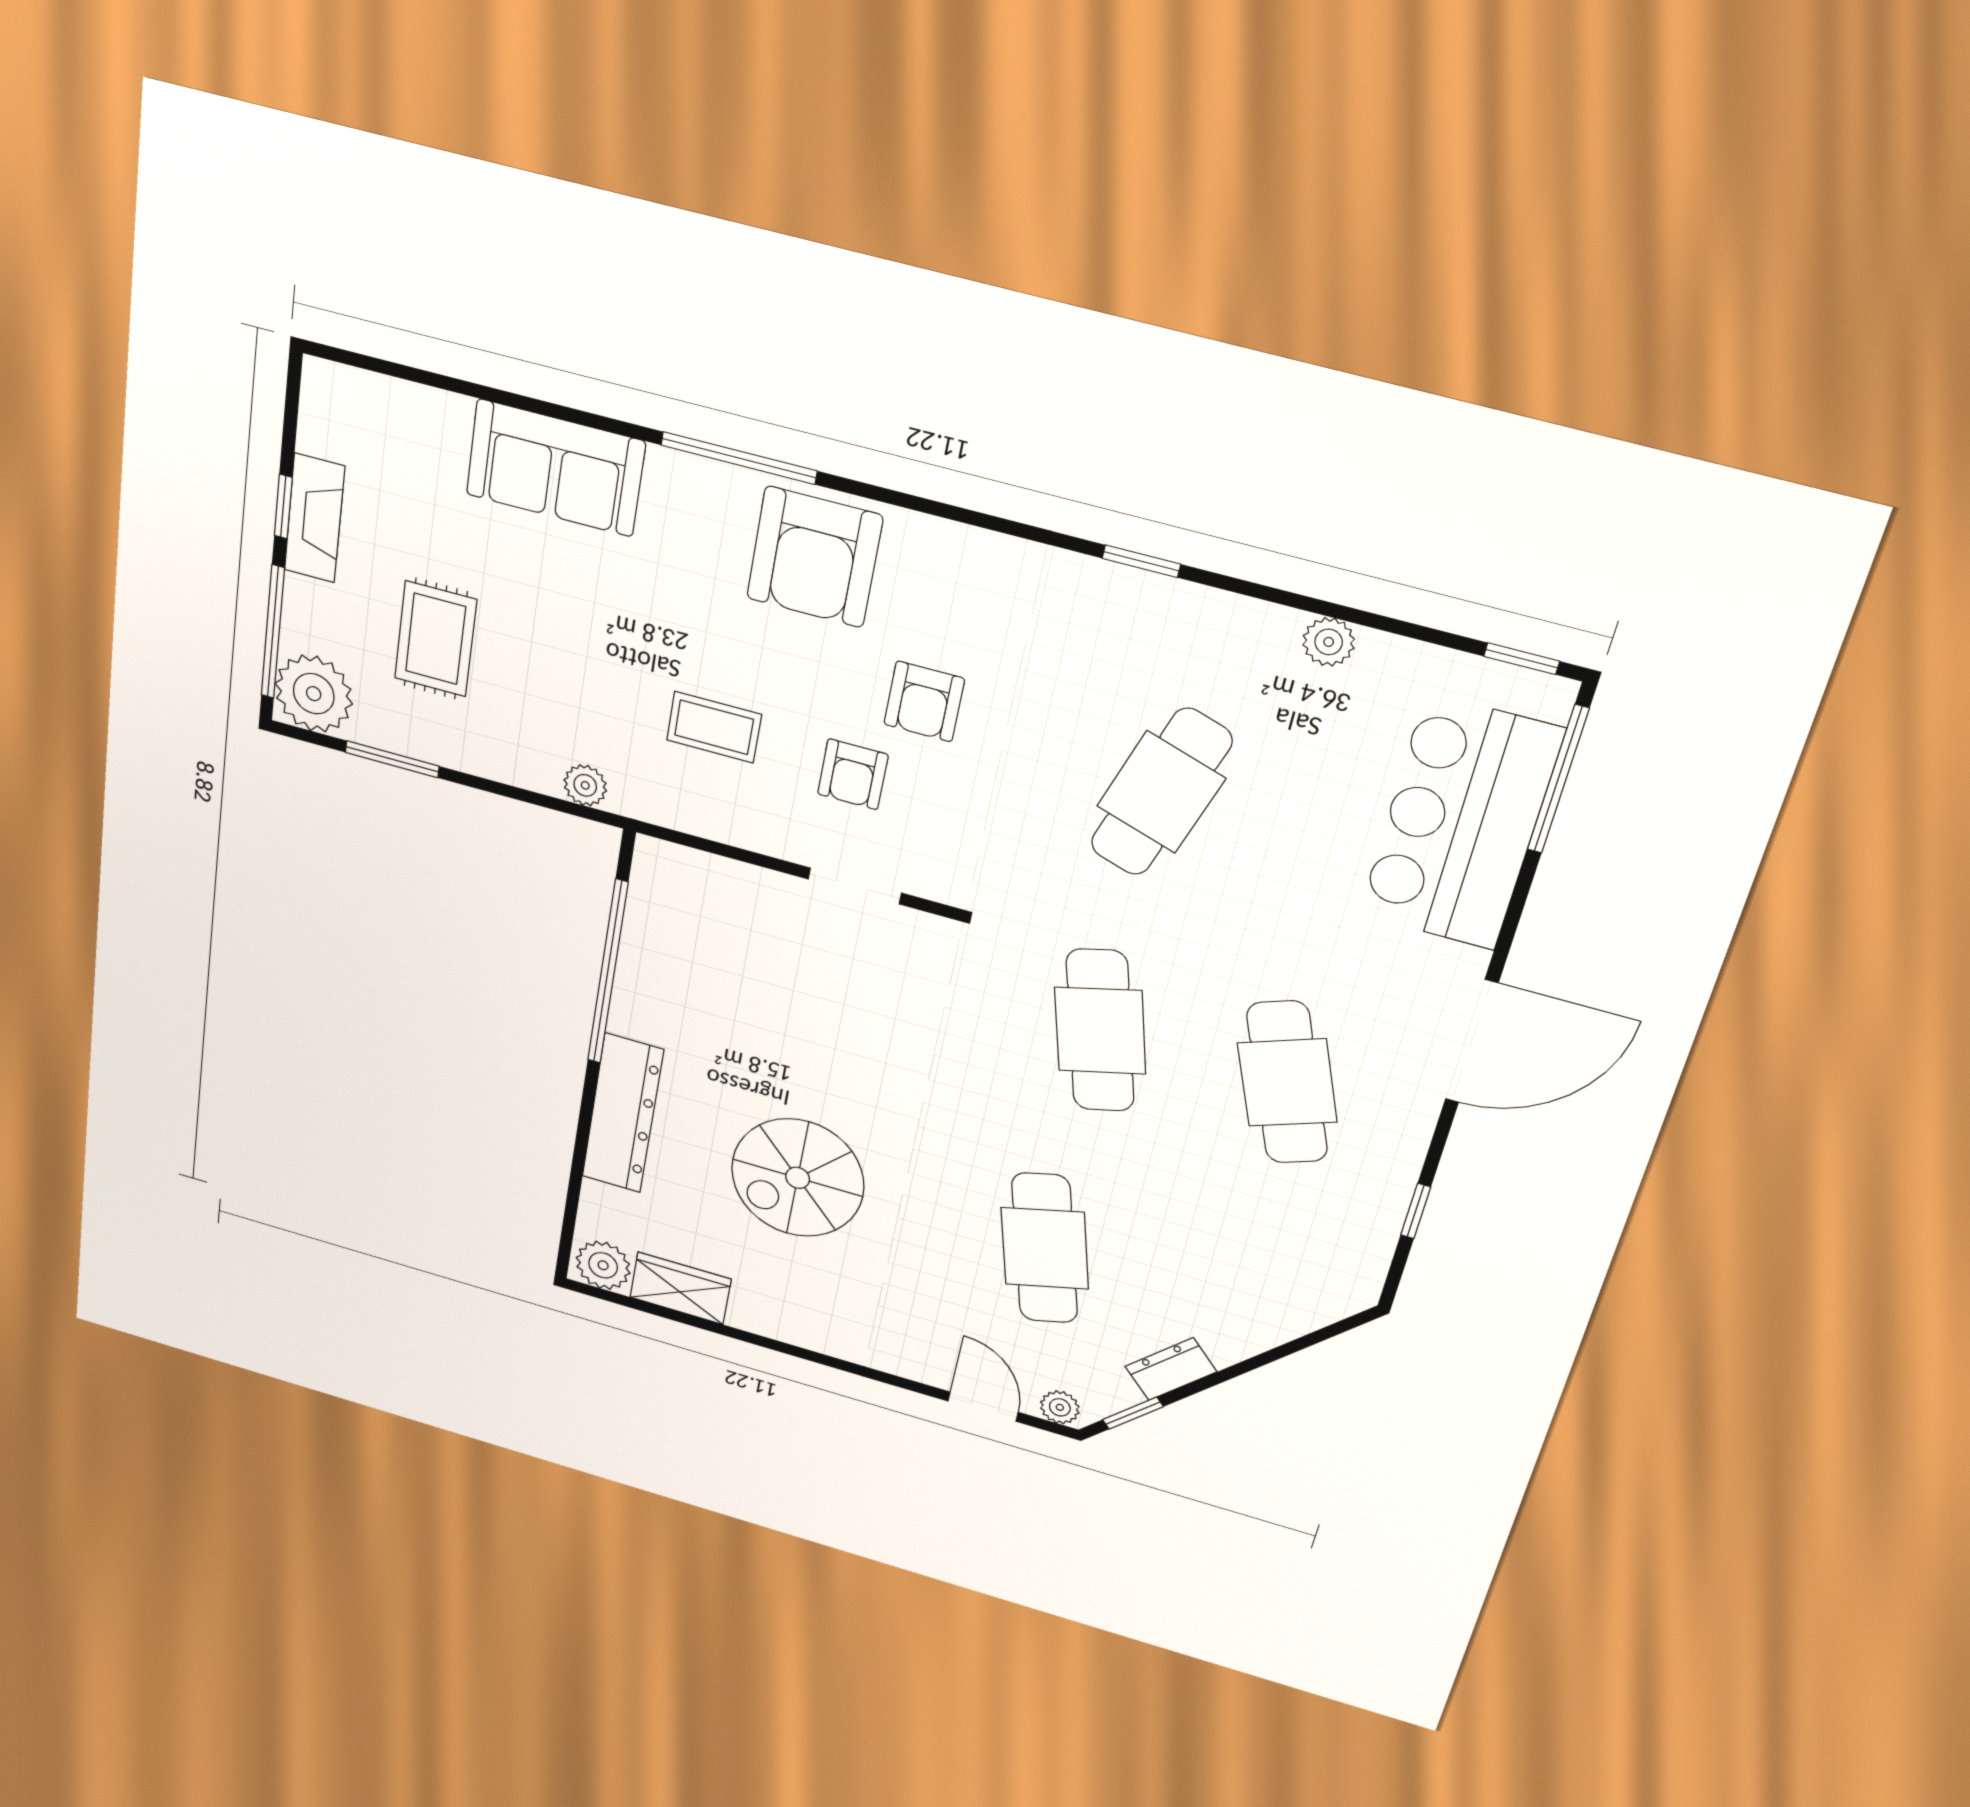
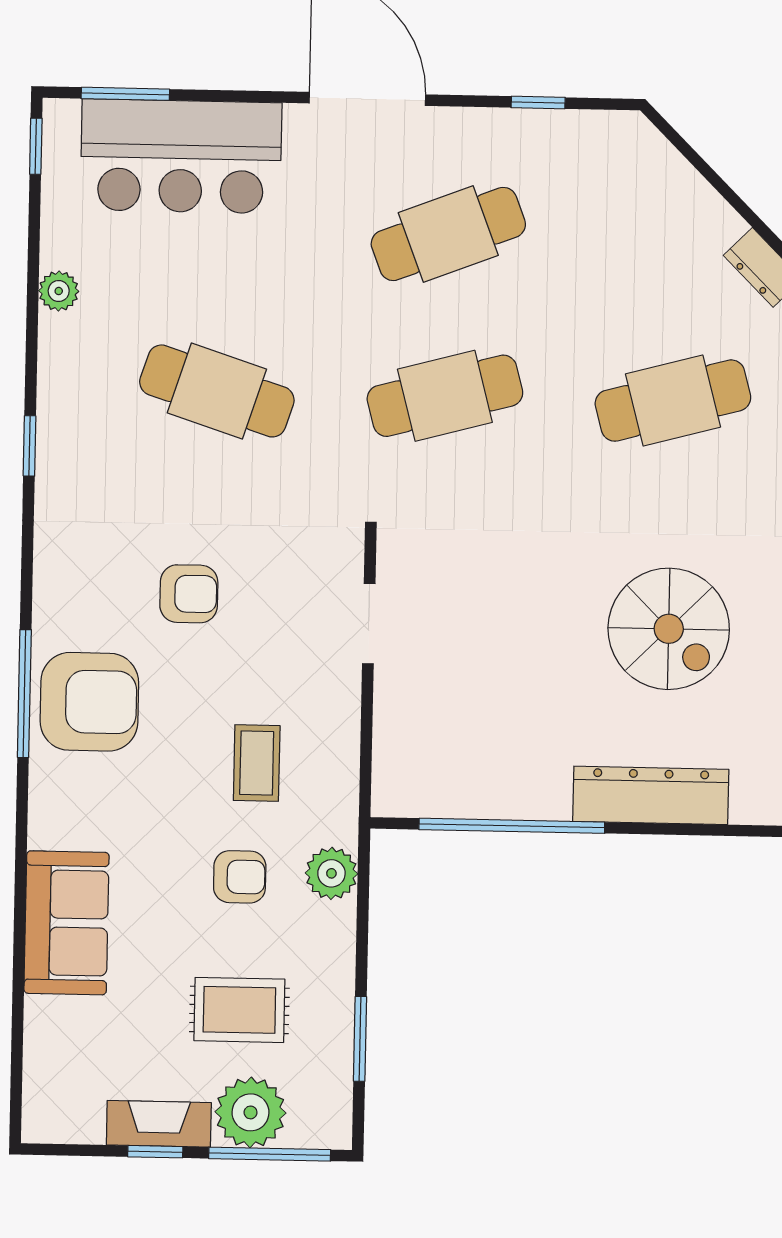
window: (739, 458) -> (24, 694), moved
plant: (314, 694) -> (251, 1112), moved
armchair: (853, 774) -> (240, 877), moved
window: (1558, 779) -> (125, 94), width x0.69
plant: (585, 785) -> (331, 873), width x1.38, depth x1.38

